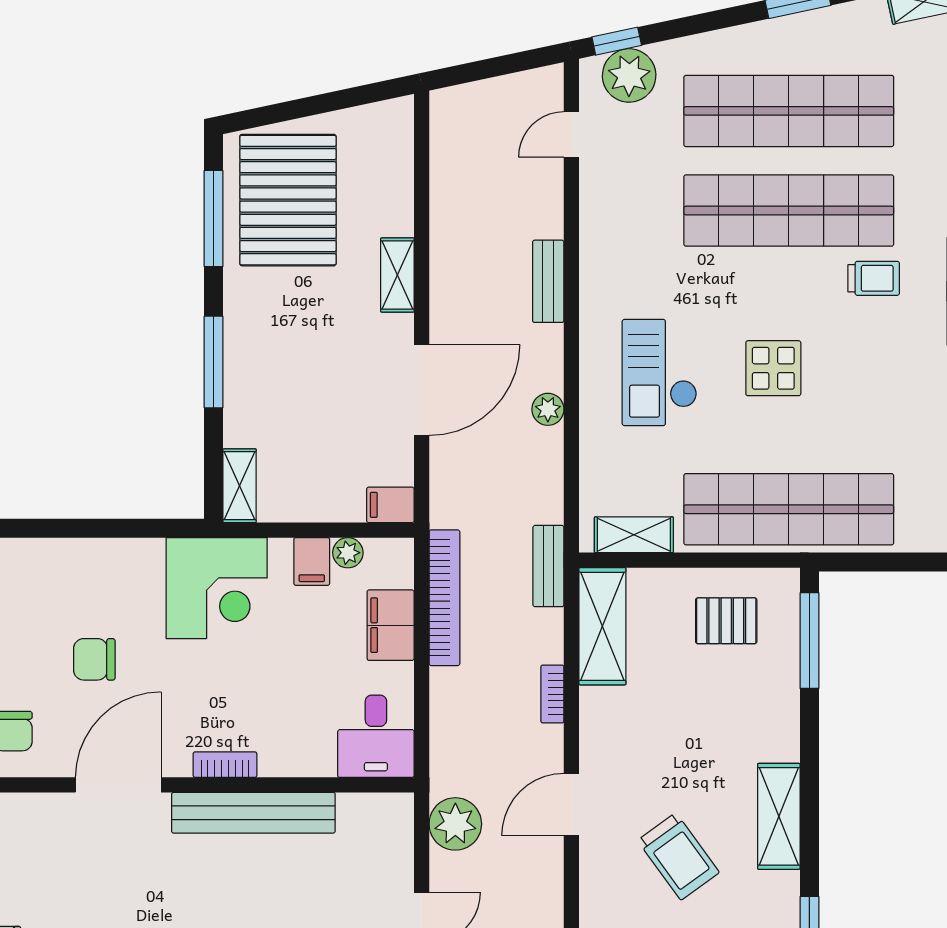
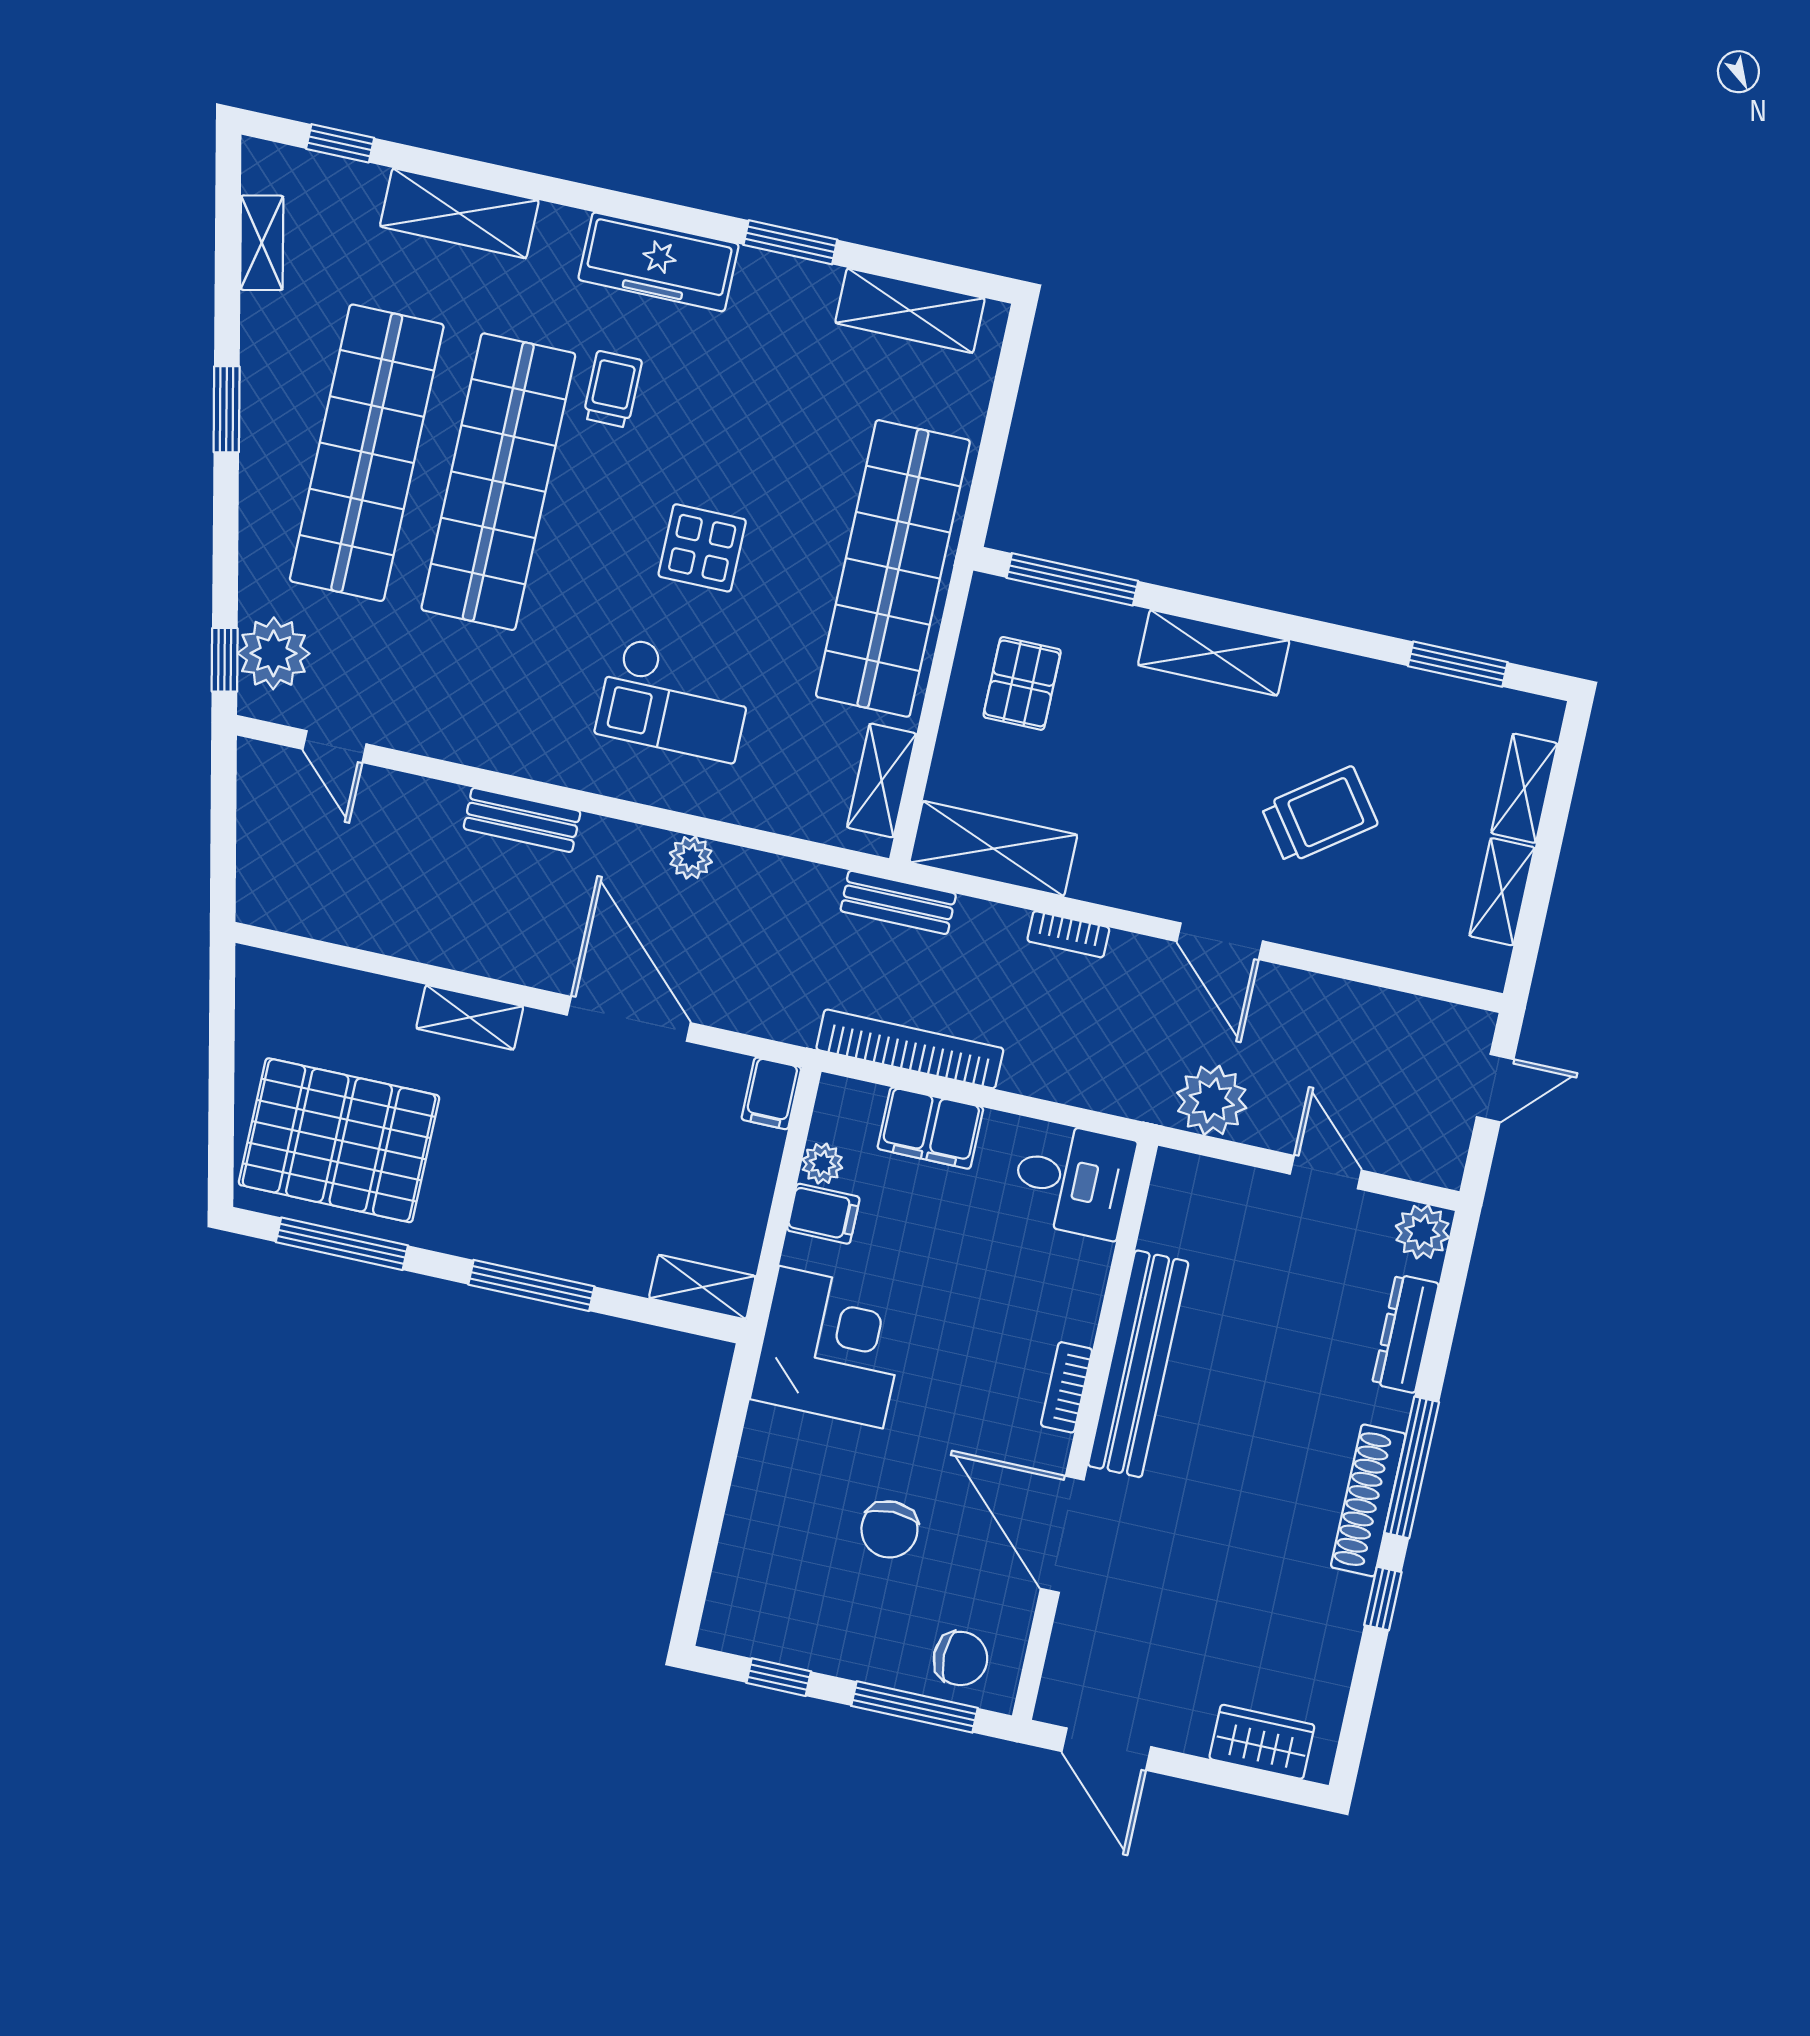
shelving: (779, 816) -> (1214, 653), moved

